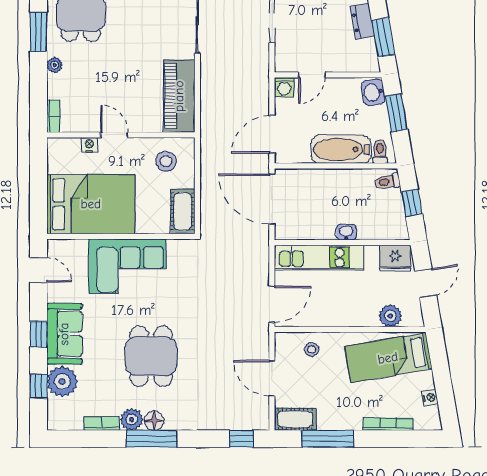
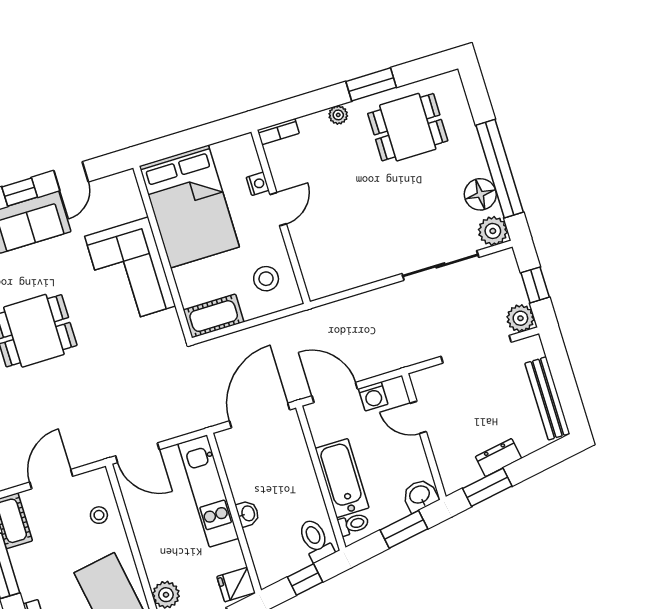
washing machine: (284, 87) -> (373, 396), moved, turned -90
piano: (179, 96) -> (347, 271), removed
toilet: (388, 182) -> (316, 540), width x1.37, depth x1.39
fridge: (395, 258) -> (236, 585), width x0.72
door: (38, 270) -> (71, 176), moved

